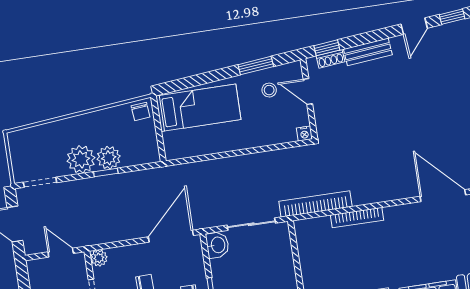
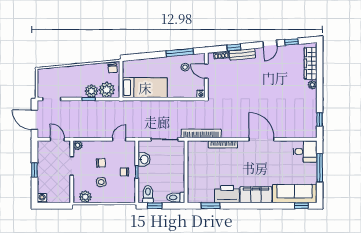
window: (327, 48) -> (234, 47), moved
window: (256, 66) -> (180, 53), width x1.44
bed: (198, 108) -> (145, 88), moved
plant: (81, 159) -> (107, 90), moved
door: (443, 196) -> (261, 139), moved
door: (171, 236) -> (119, 139), width x0.53
washbasin: (217, 245) -> (144, 160), moved

